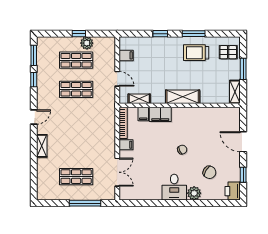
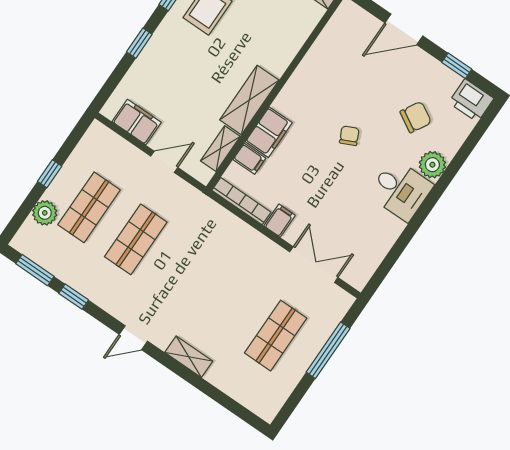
plant: (87, 43) -> (45, 213), moved
filing cabinet: (126, 55) -> (137, 122), width x2.00
shelving: (183, 97) -> (249, 100), moved
door: (34, 117) -> (133, 338), swing flipped

